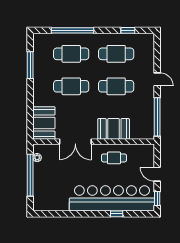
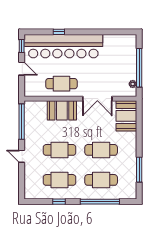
window: (128, 30) -> (59, 202), moved
double door: (75, 142) -> (97, 99), swing flipped
cafe table: (114, 158) -> (61, 84), width x1.37, depth x1.35

